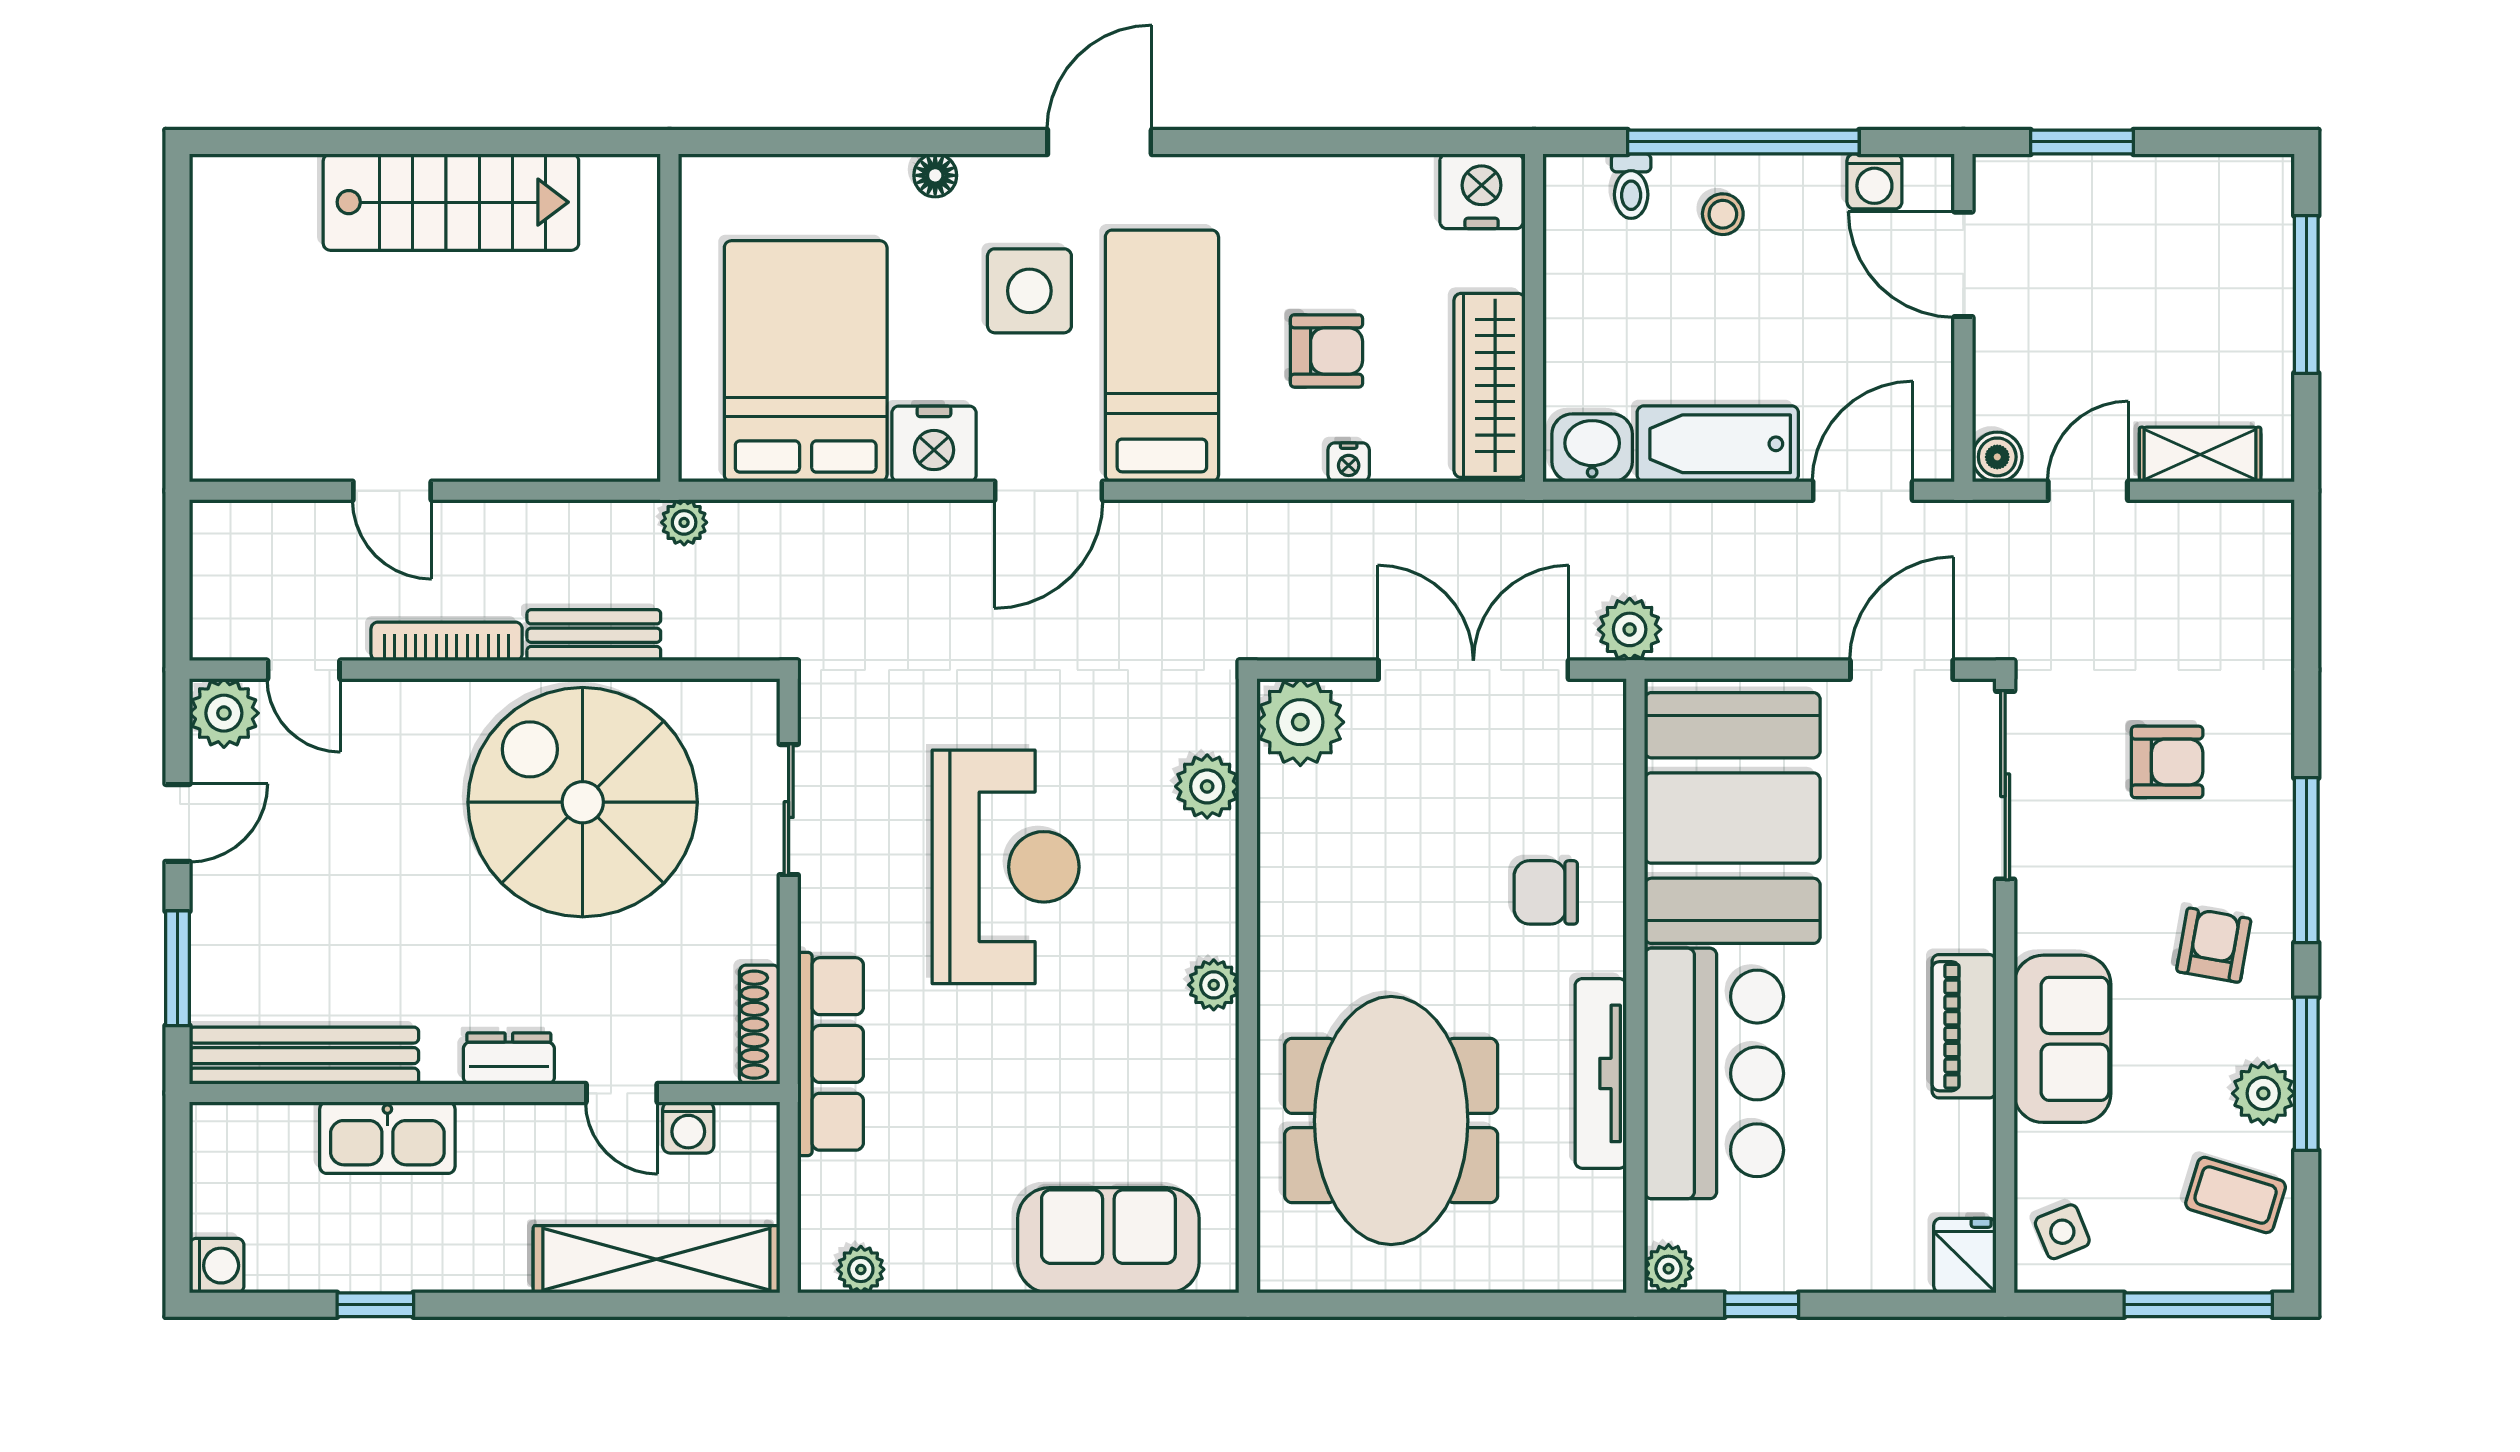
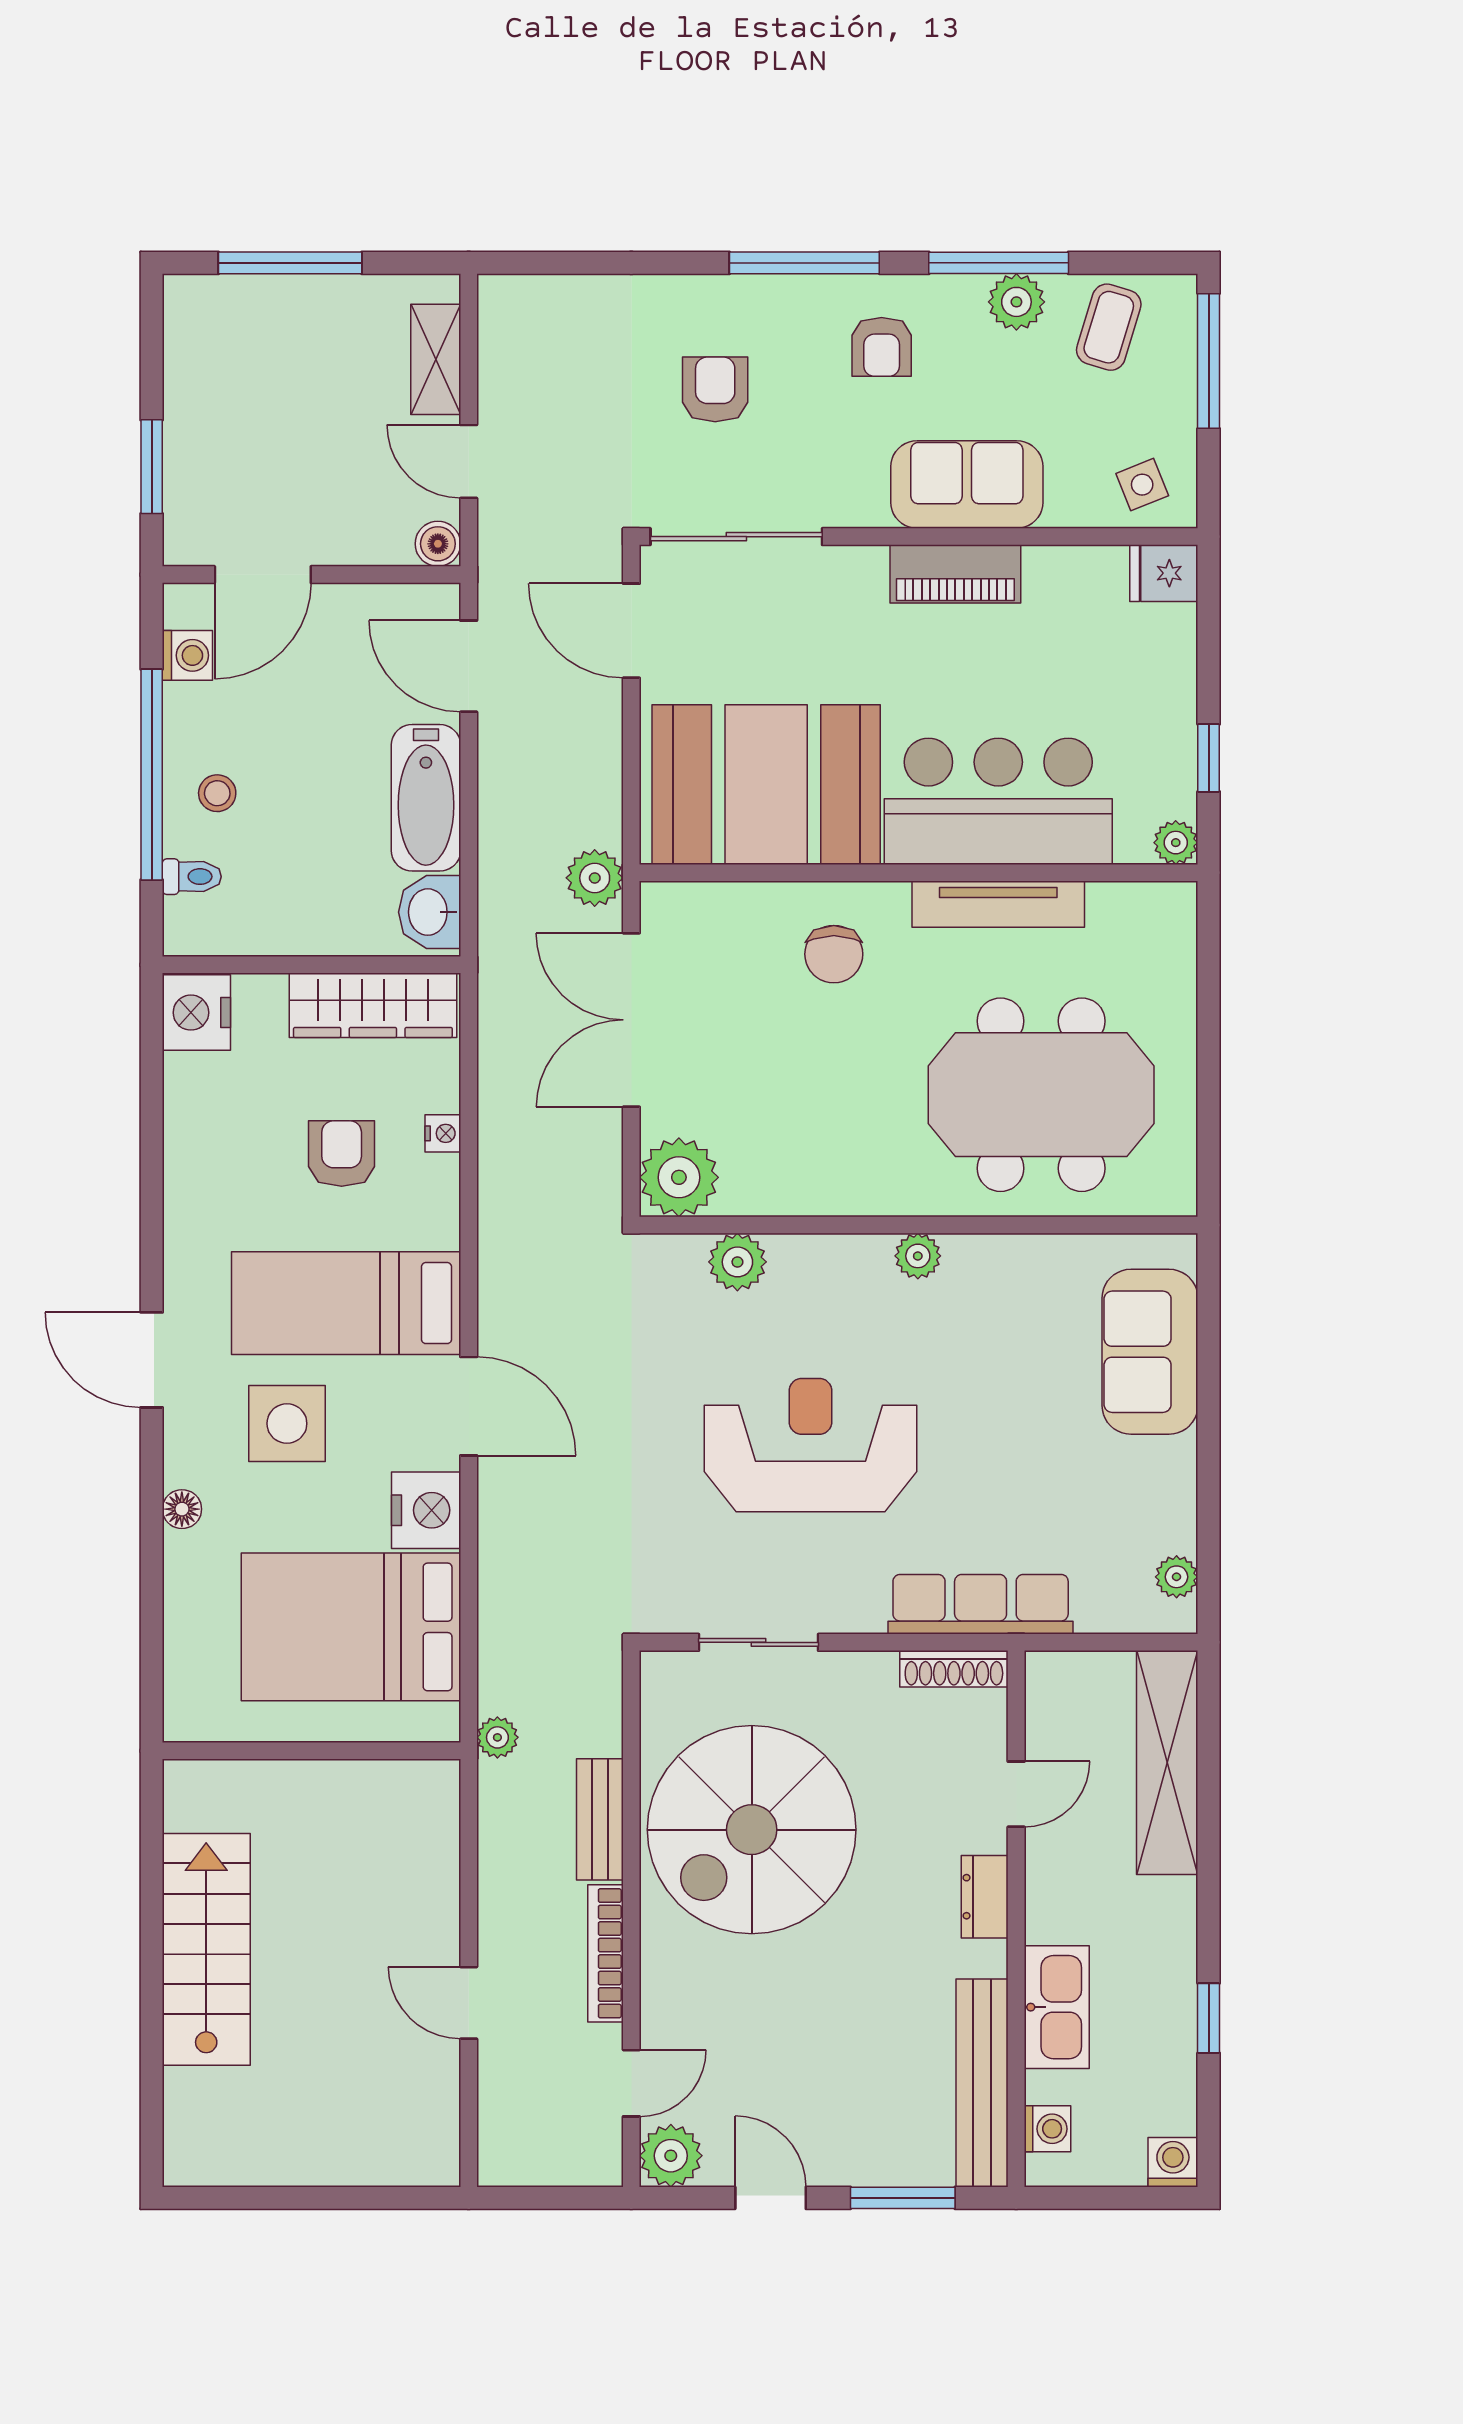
door: (392, 491) -> (469, 2003), swing flipped
armchair: (2214, 945) -> (882, 347), turned -100
washing machine: (688, 1128) -> (1047, 2129), moved

